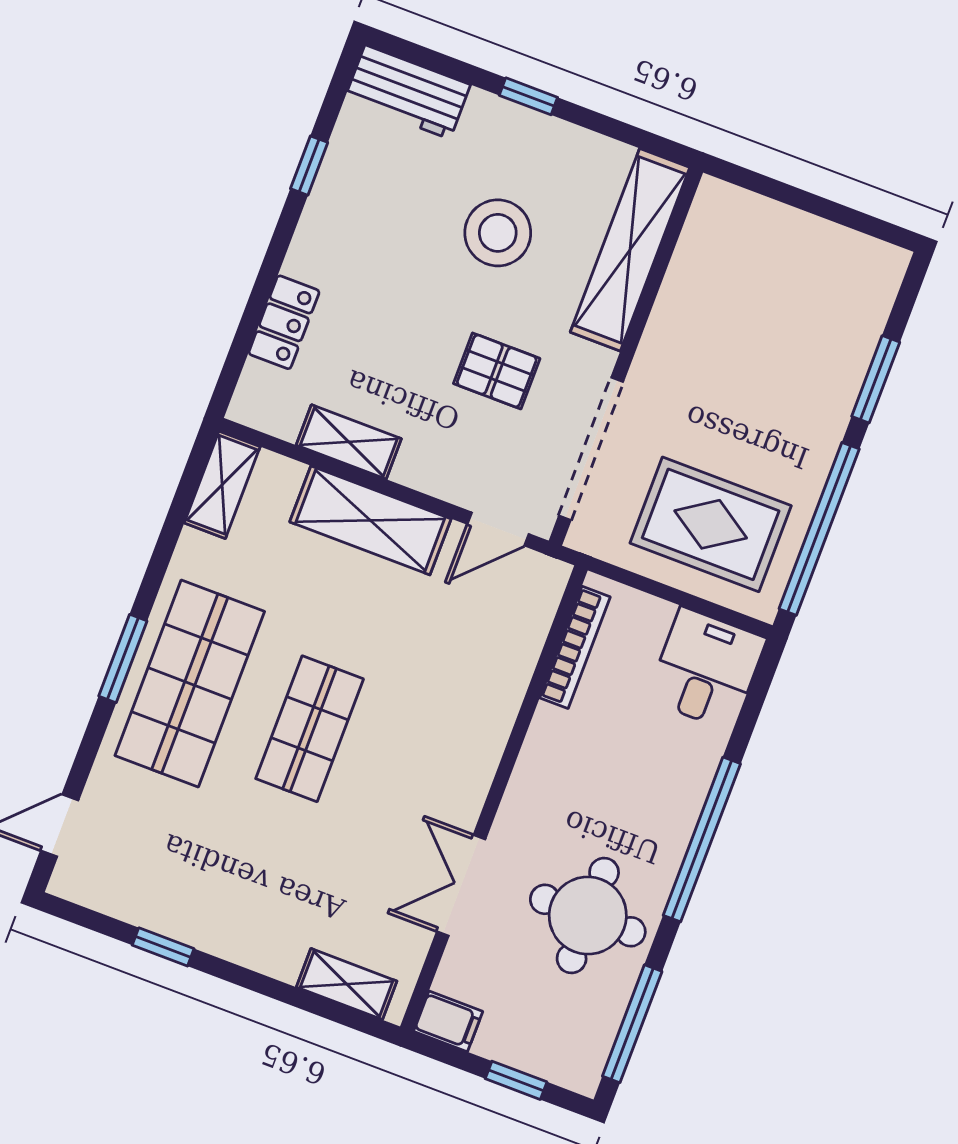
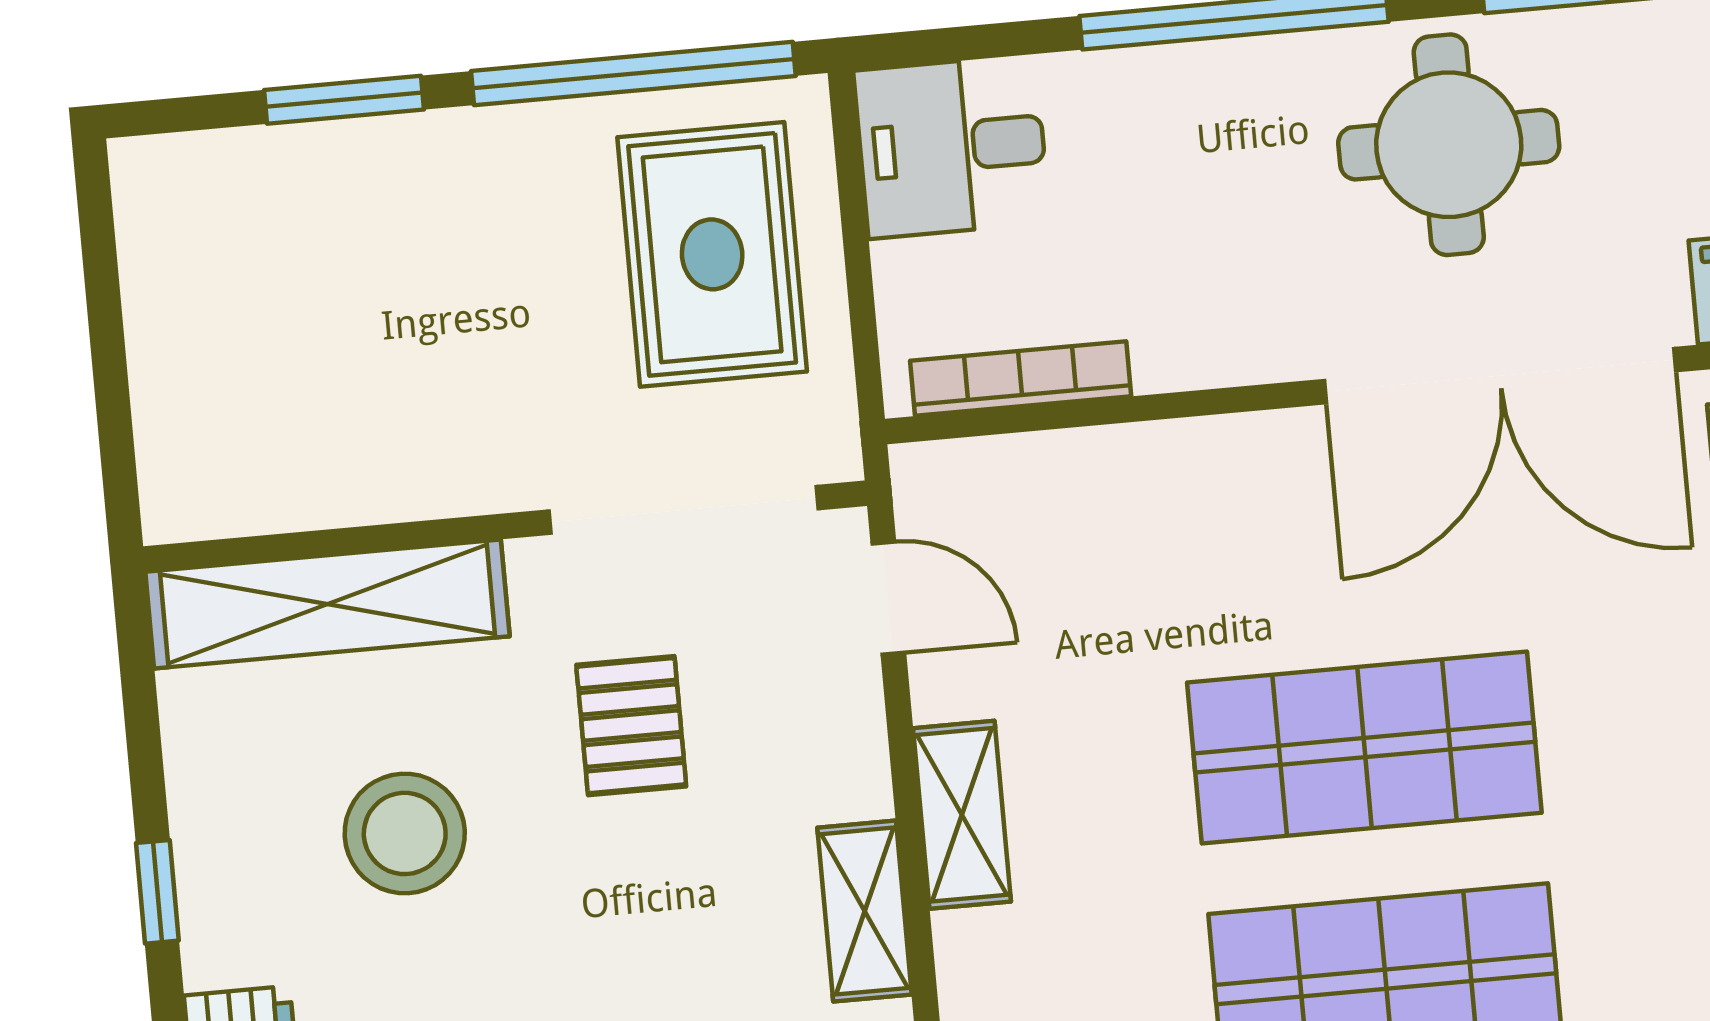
shelving: (370, 520) -> (962, 815), width x0.67, depth x0.75
shop shelf: (310, 729) -> (1364, 748), width x1.43, depth x1.36
double door: (461, 885) -> (1500, 376), width x1.87

